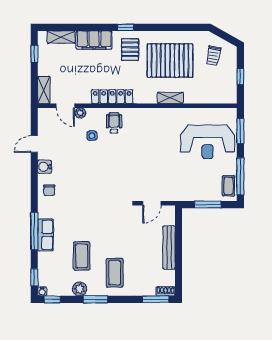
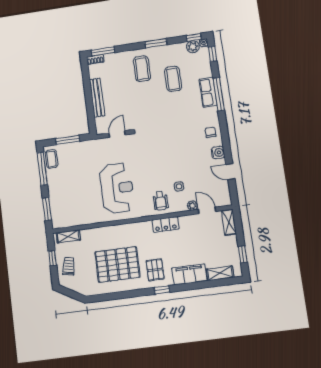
trolley: (213, 56) -> (69, 266), moved
locker: (112, 97) -> (165, 224), width x0.66
shelving: (170, 98) -> (68, 236), moved
reception desk: (208, 142) -> (117, 188), moved, turned 90
door: (34, 144) -> (230, 172), swing flipped
plant: (80, 289) -> (193, 47), moved

